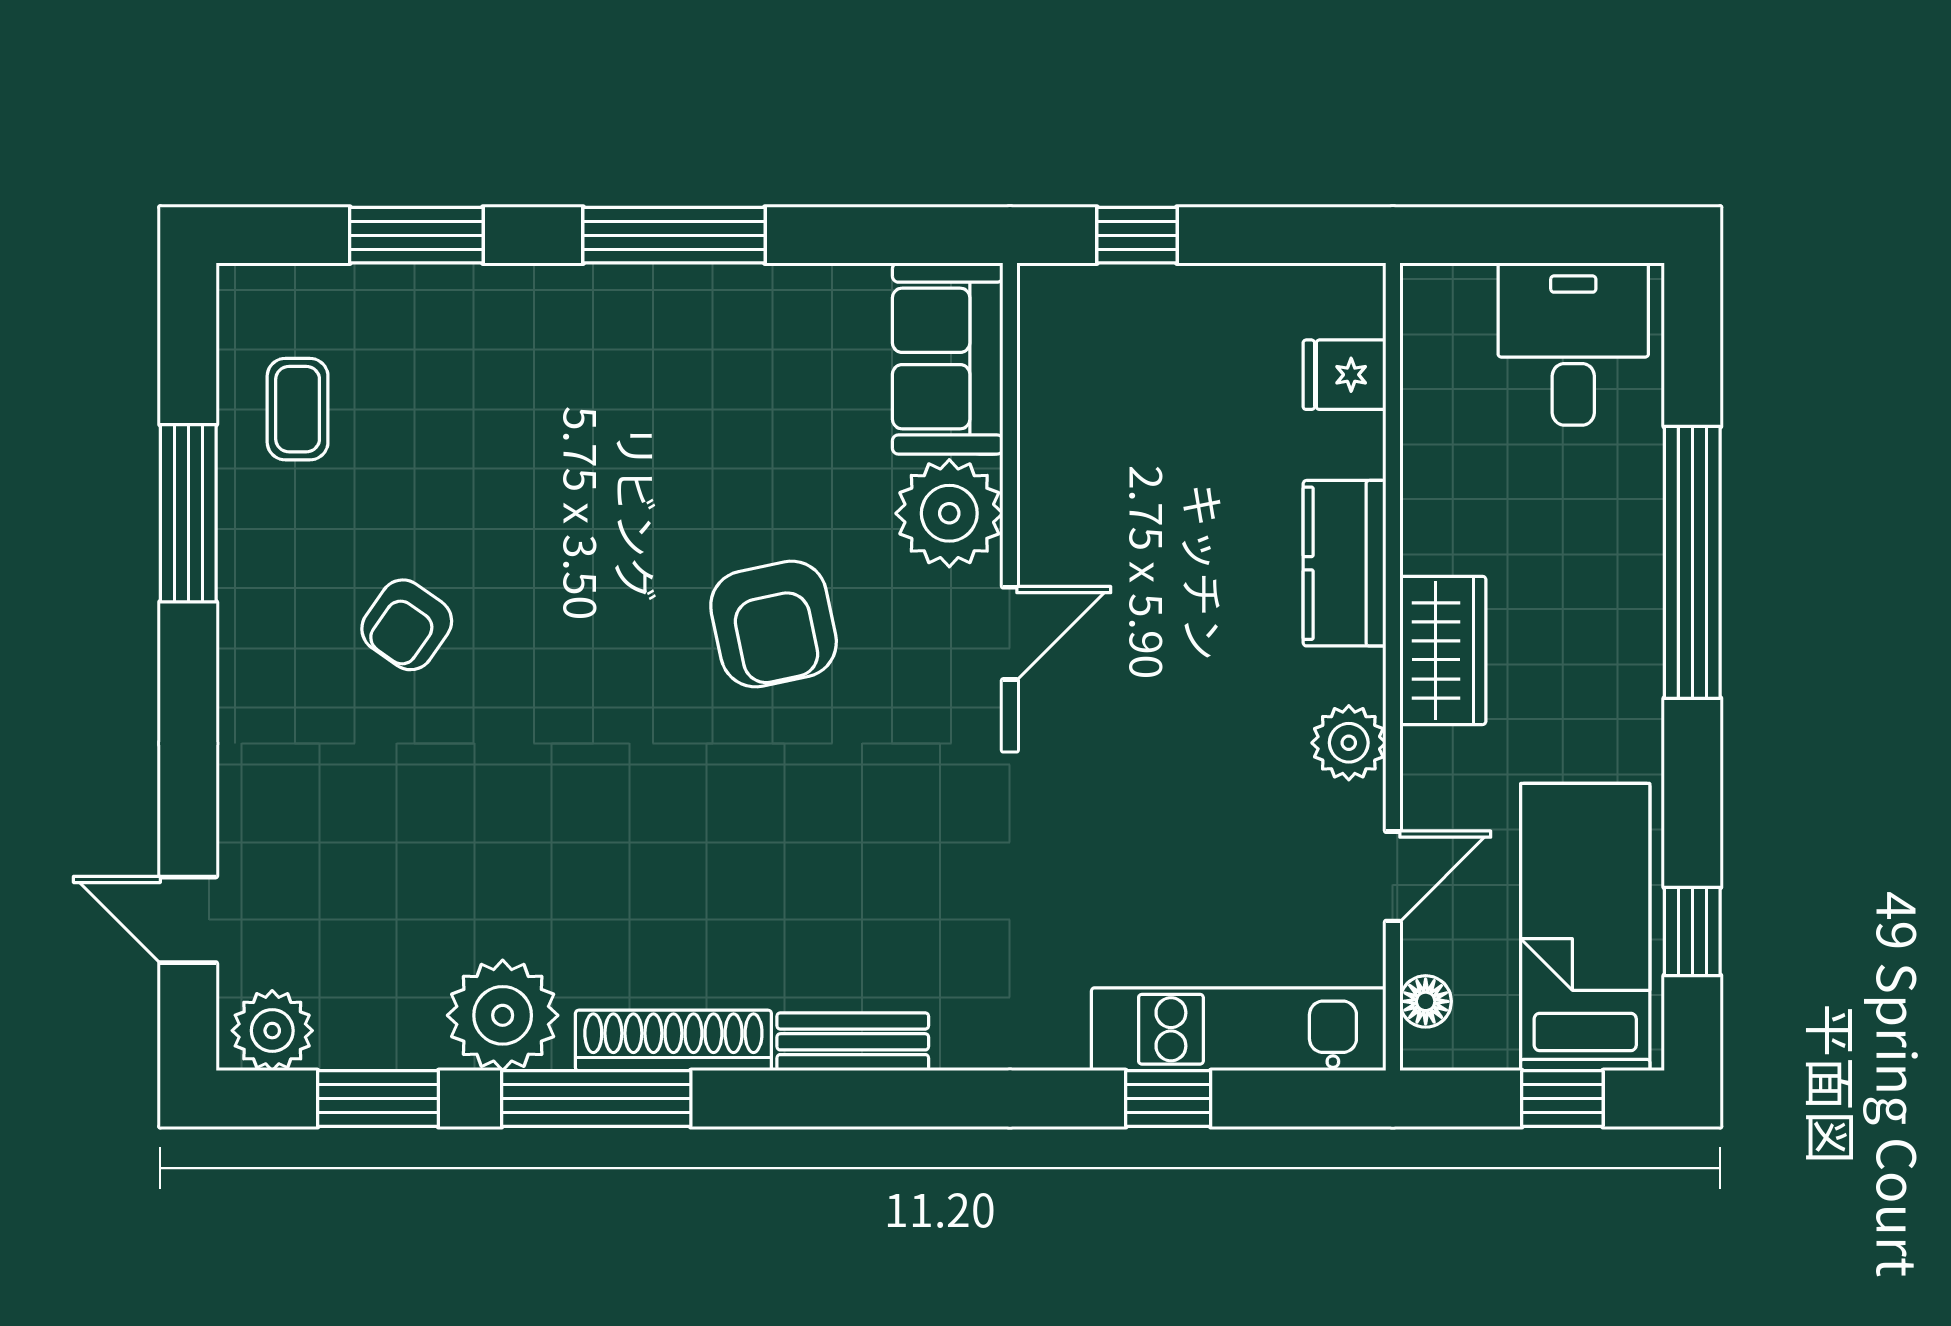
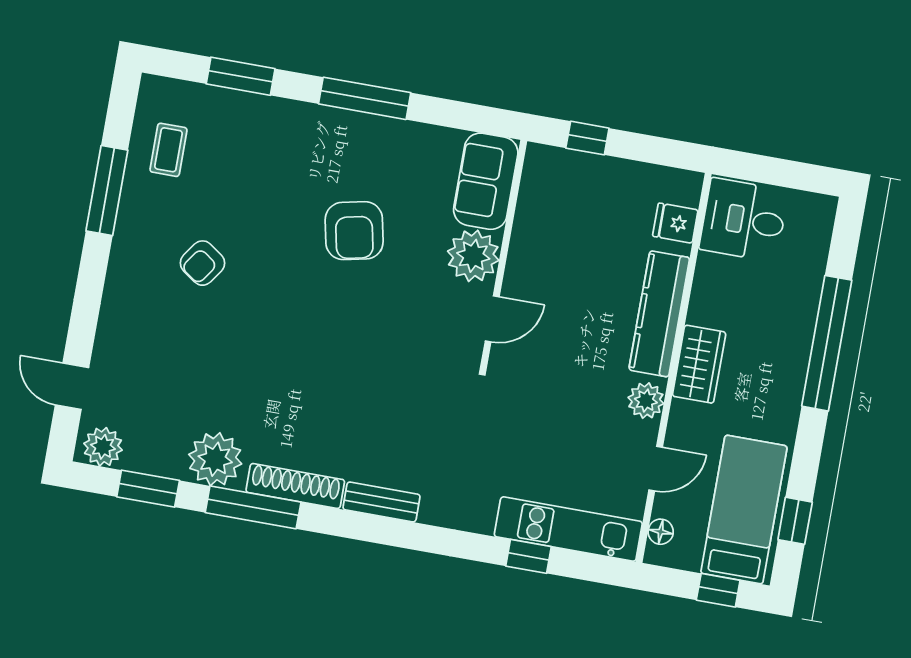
desk: (1573, 344) -> (744, 220), moved, turned -90
kitchen counter: (1345, 563) -> (659, 314), width x1.50
armchair: (774, 624) -> (354, 231), moved

